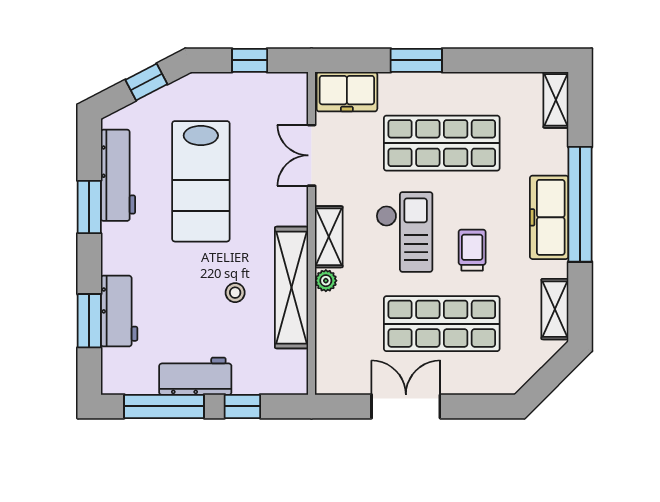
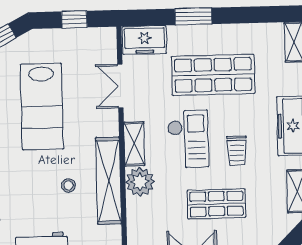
trolley: (472, 250) -> (237, 151), turned 180
plant: (326, 281) -> (140, 182), width x1.87, depth x1.87
shop shelf: (442, 324) -> (216, 204), width x0.70, depth x0.74

